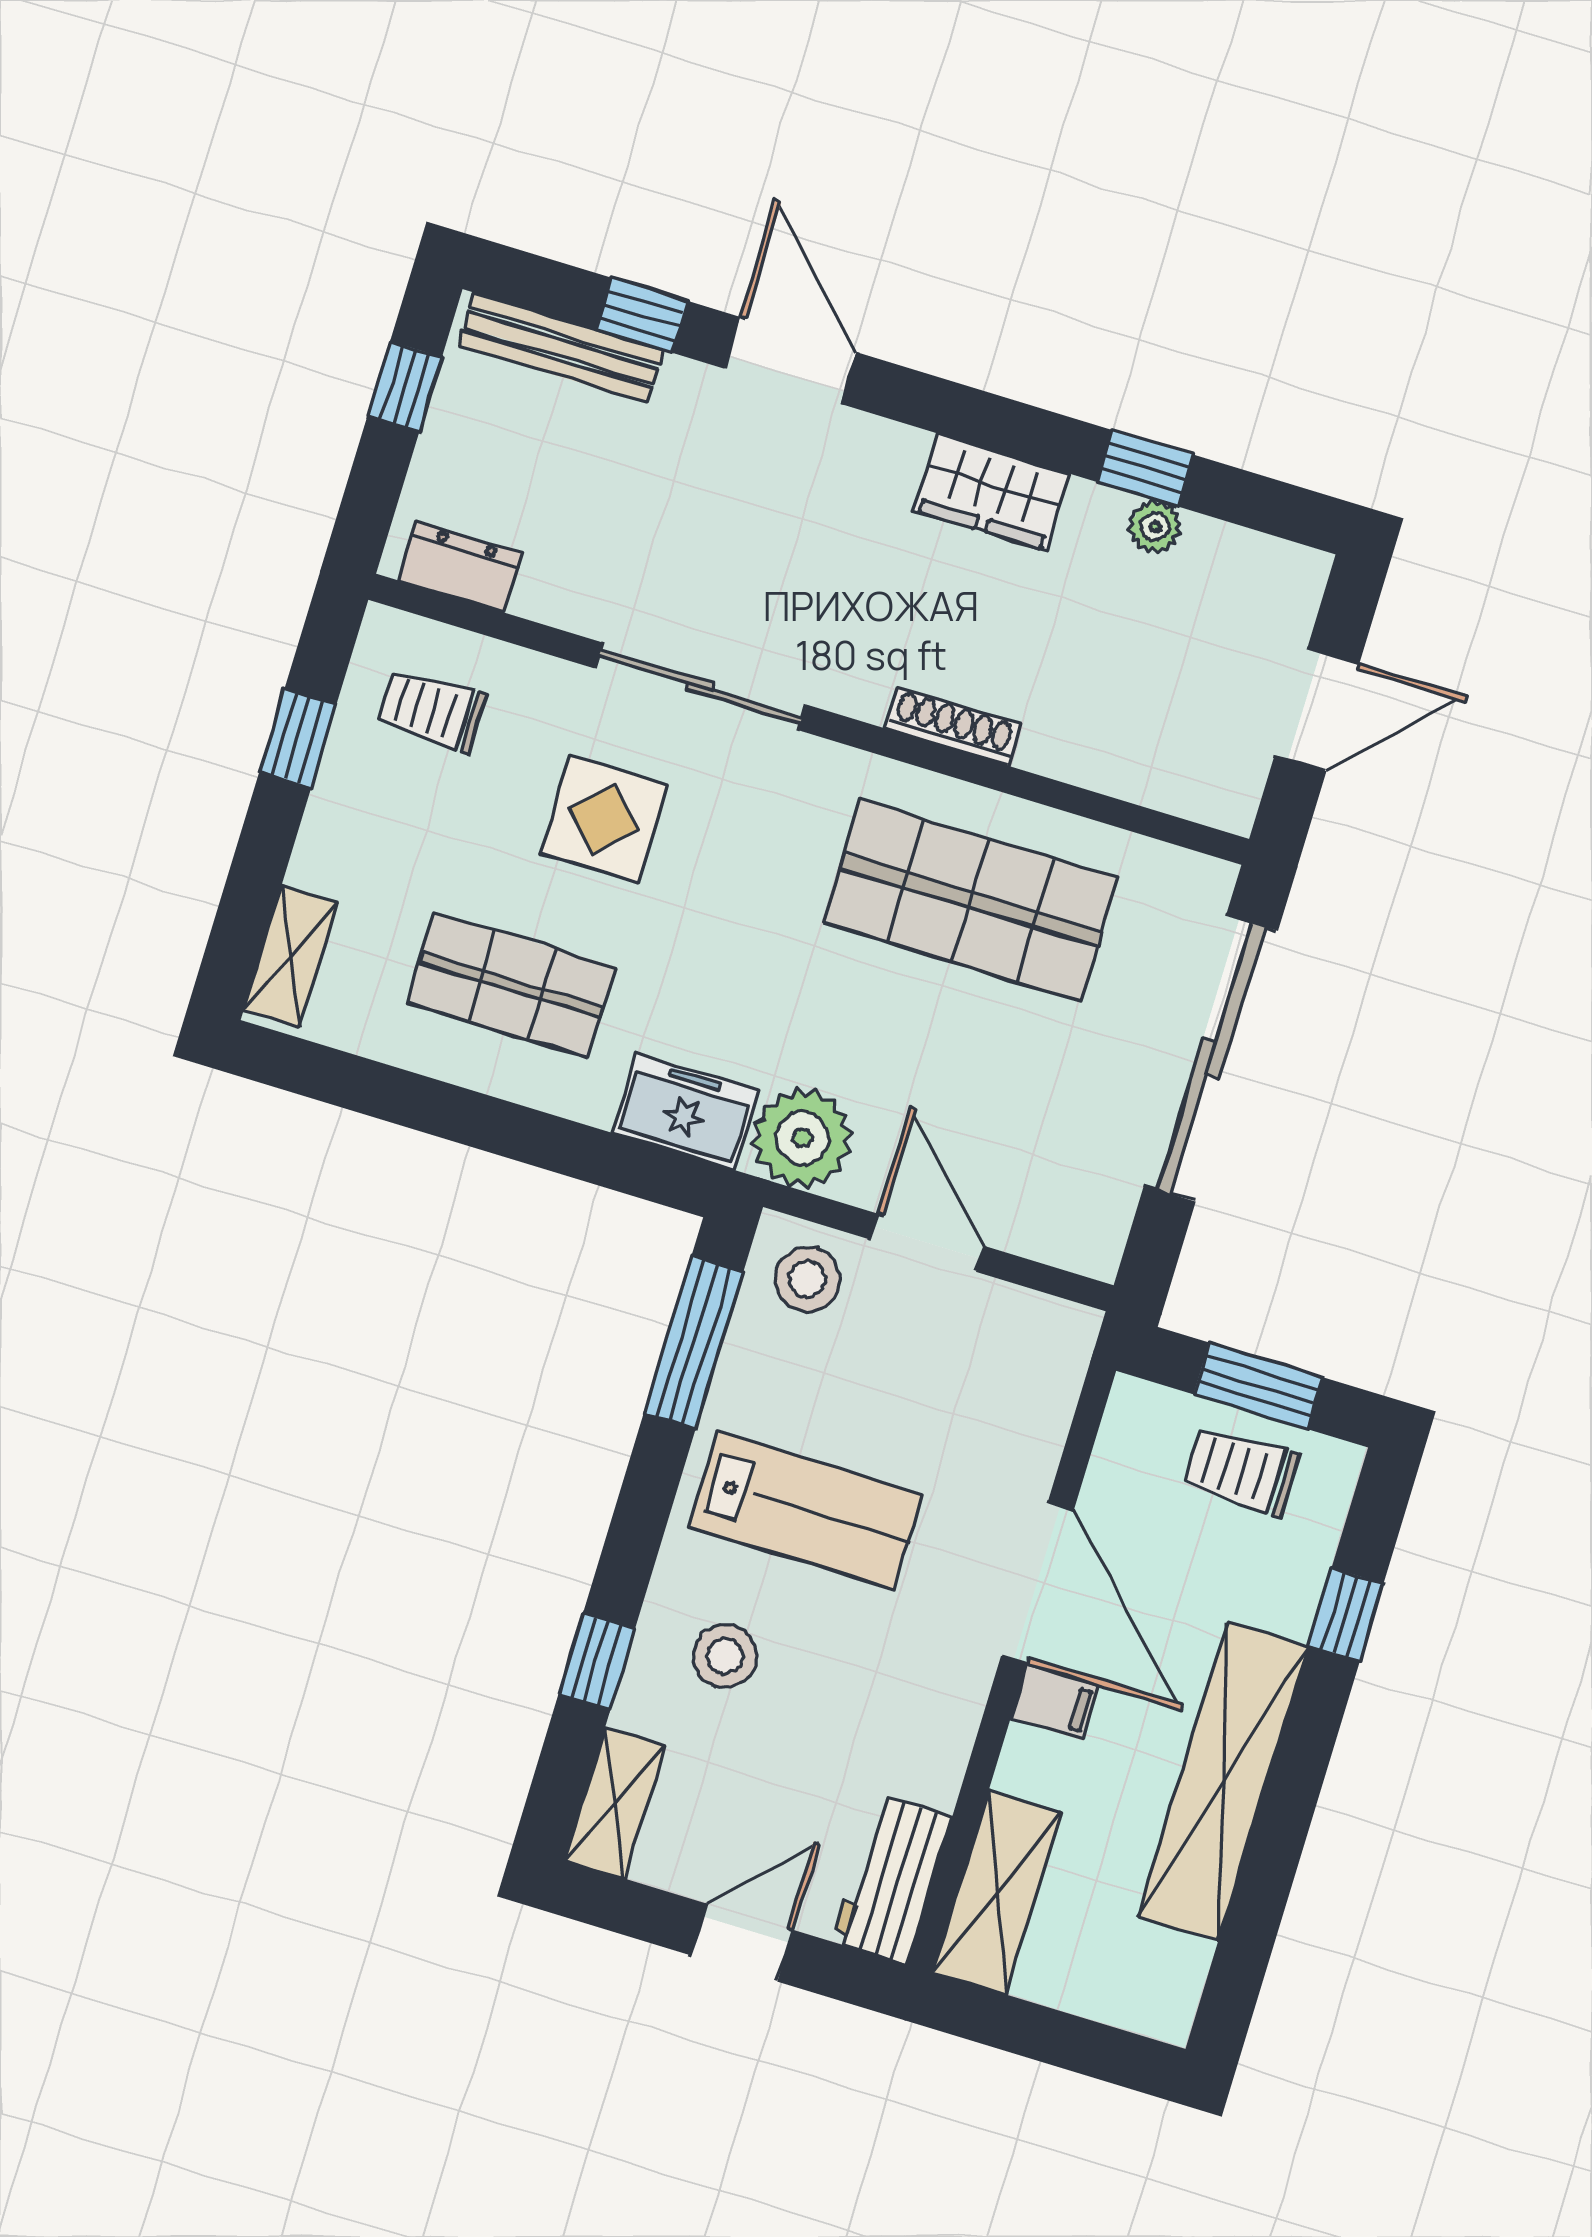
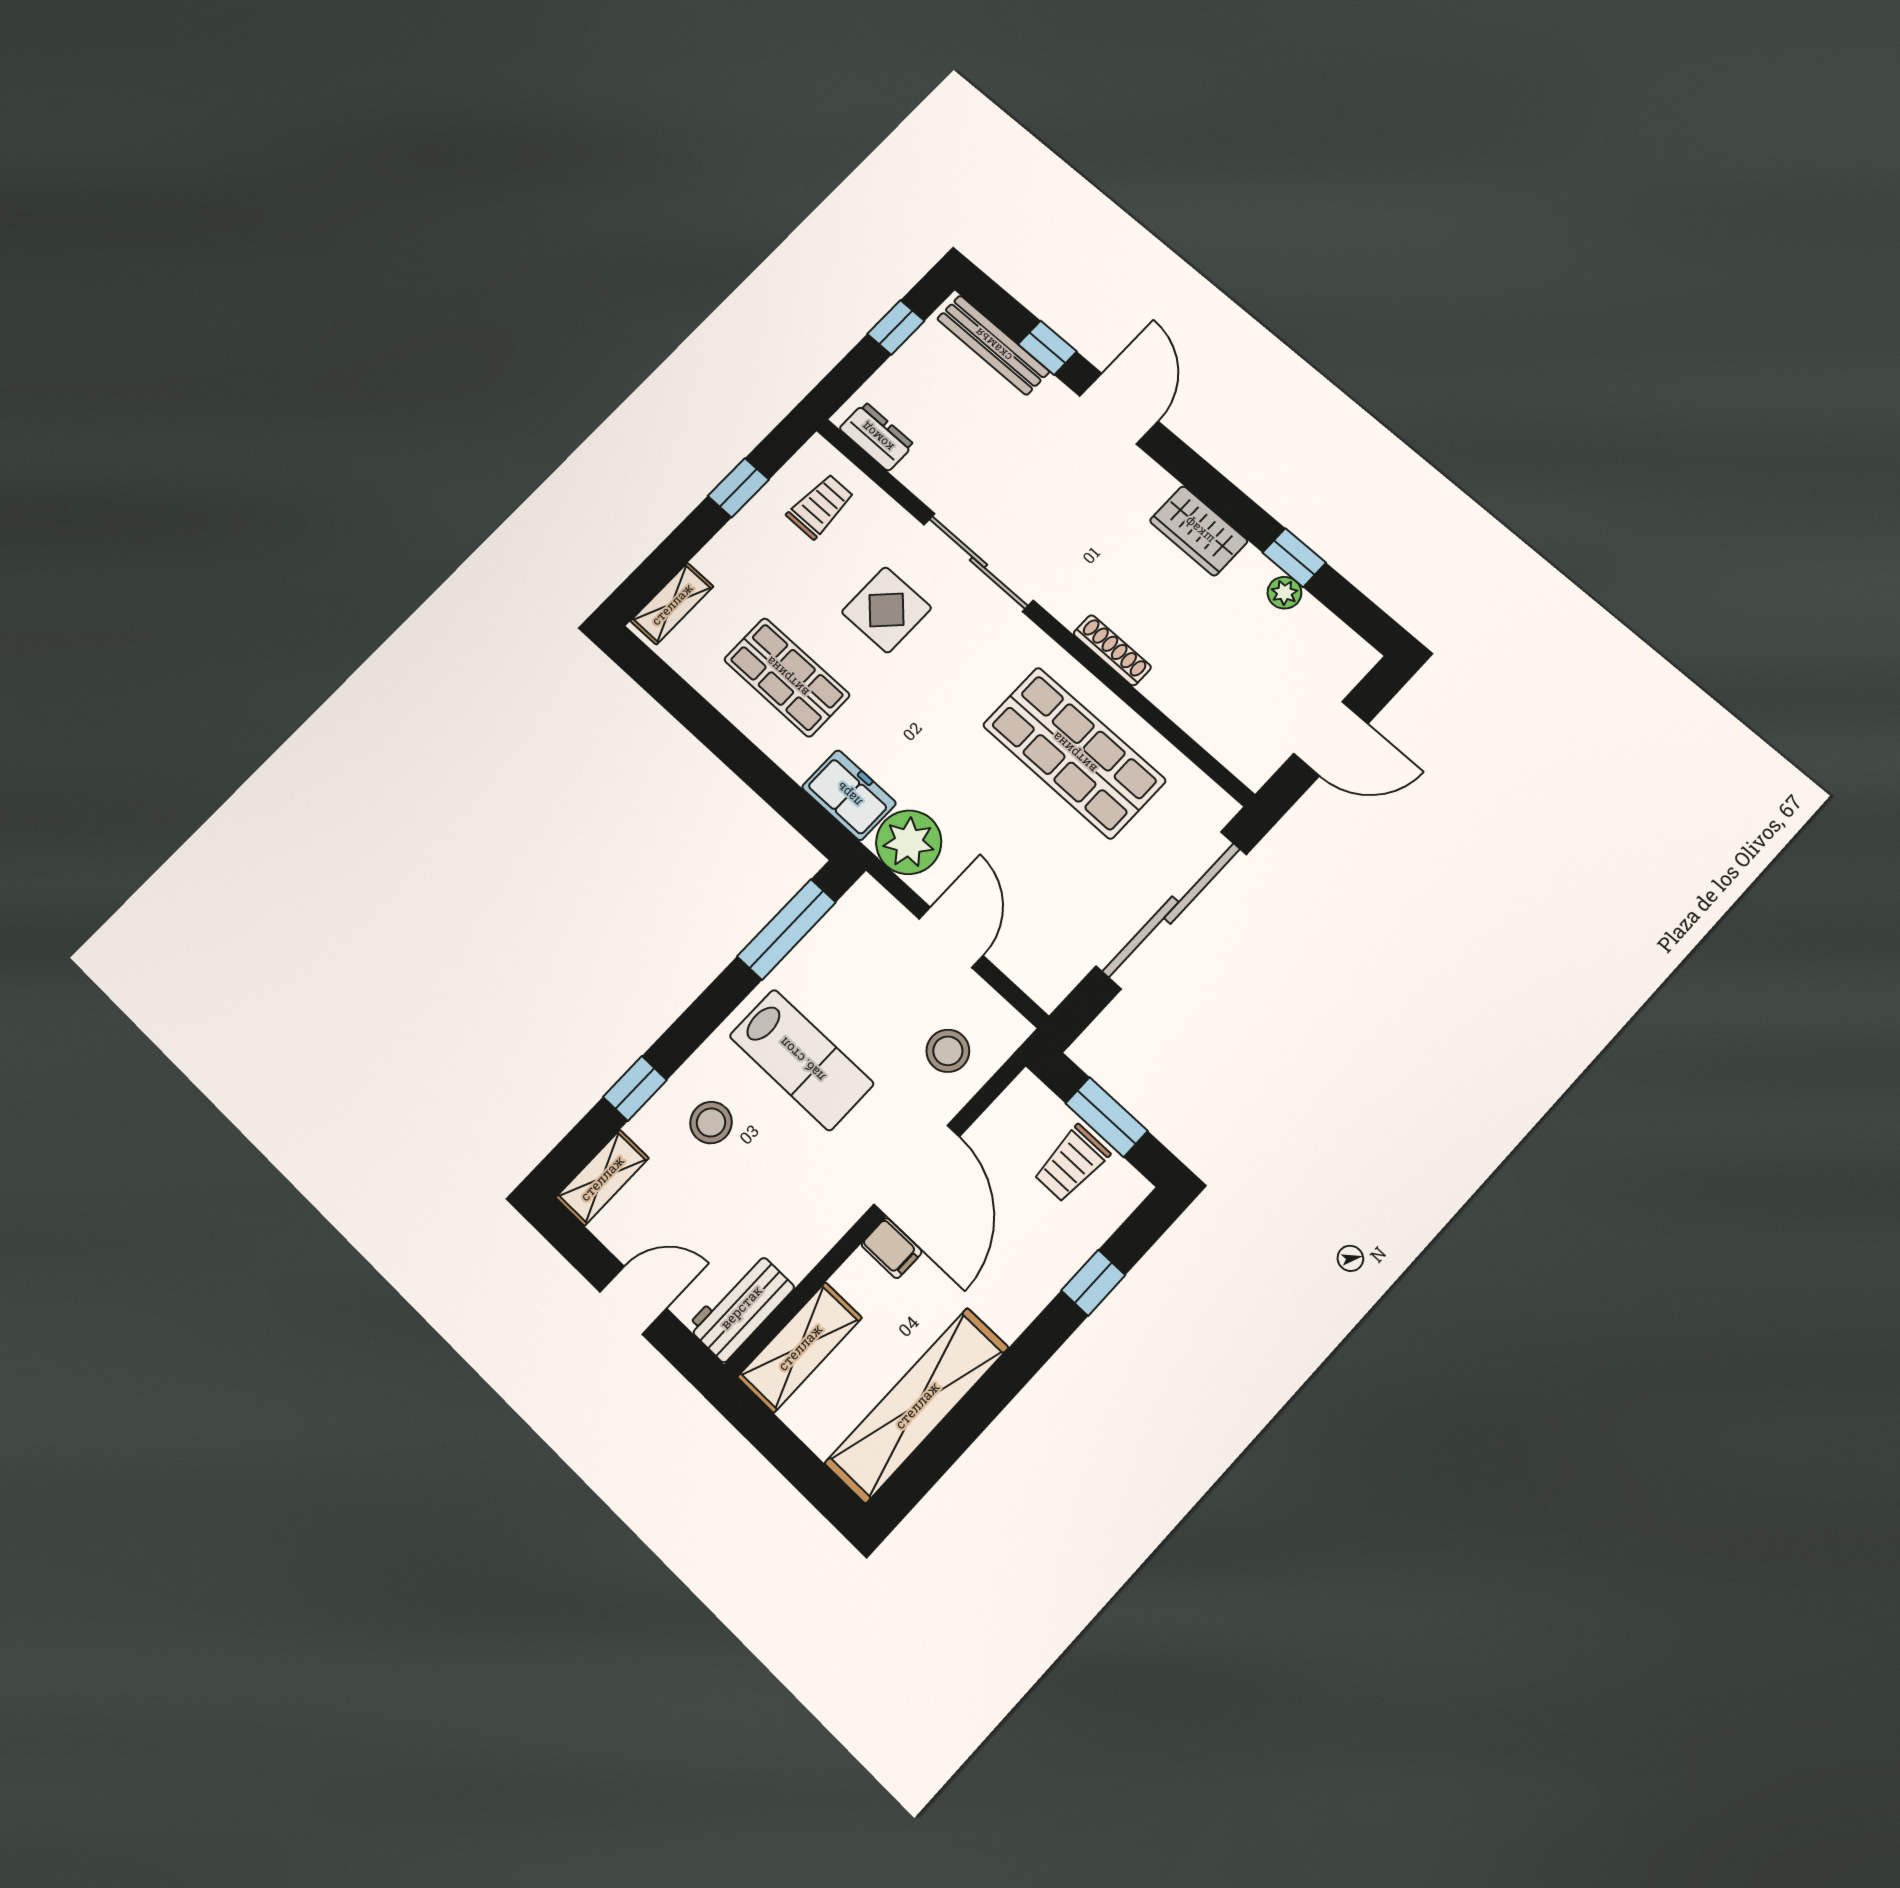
trolley: (431, 710) -> (820, 506), turned 90
stool: (807, 1279) -> (948, 1051), moved
trolley: (1241, 1471) -> (1072, 1163), turned -90
shelving: (1223, 1782) -> (917, 1405), moved

